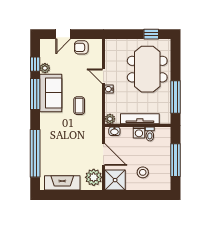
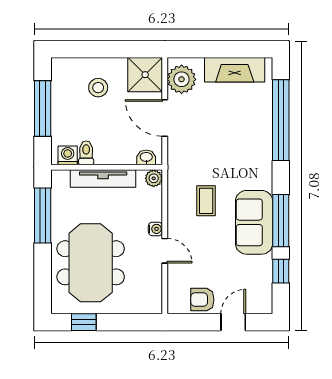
armchair: (81, 47) -> (202, 300), turned 180
plant: (45, 68) -> (264, 264), removed
washing machine: (139, 132) -> (68, 155), moved

